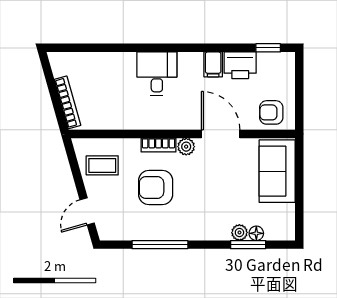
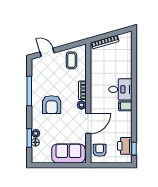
filing cabinet: (213, 64) -> (125, 106), moved
printer: (240, 65) -> (125, 146), moved
armchair: (156, 188) -> (52, 105), moved, turned 180

